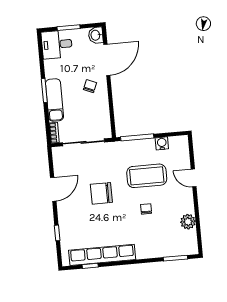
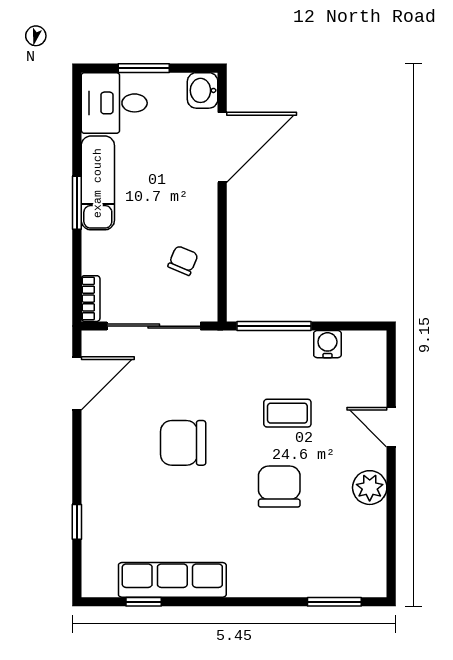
chair: (90, 86) -> (183, 261), moved
exam couch: (55, 100) -> (98, 183), moved
coffee table: (147, 176) -> (287, 413), width x0.54, depth x0.58
door: (53, 189) -> (77, 383), moved
chair: (146, 209) -> (279, 487), width x1.87, depth x1.87
plant: (188, 222) -> (370, 488), moved
row of seats: (102, 255) -> (172, 580), width x0.73

